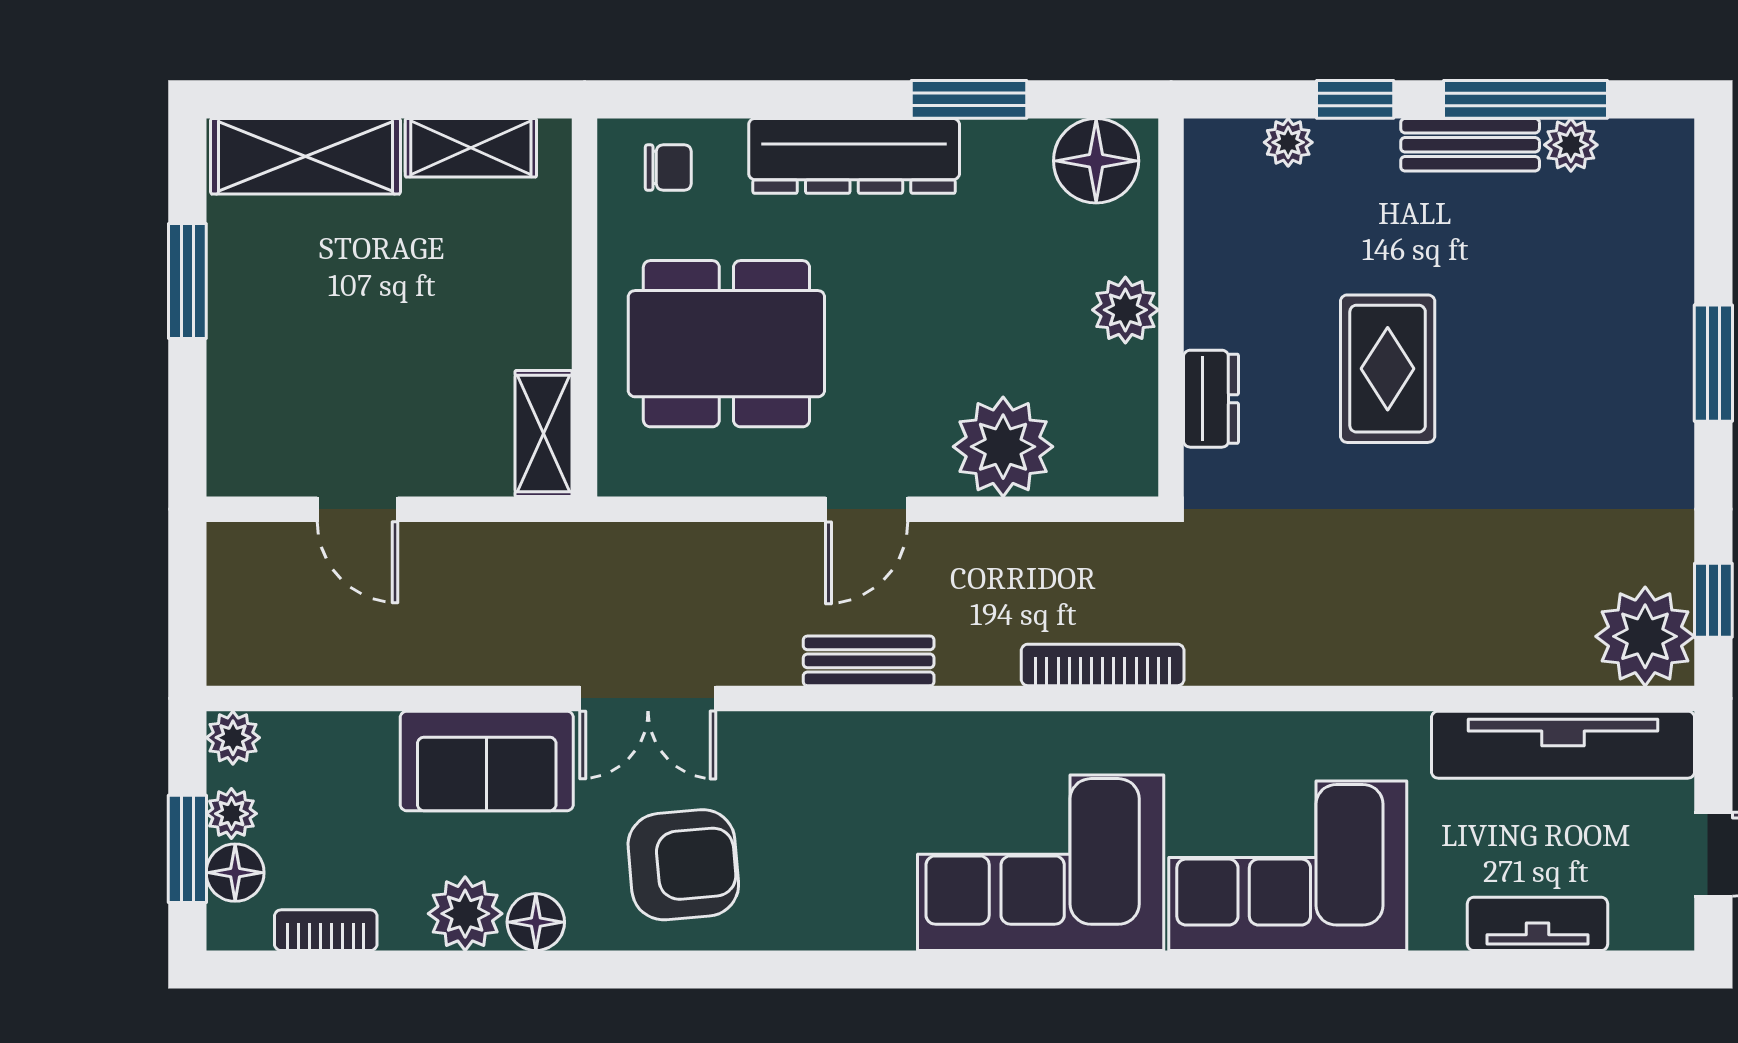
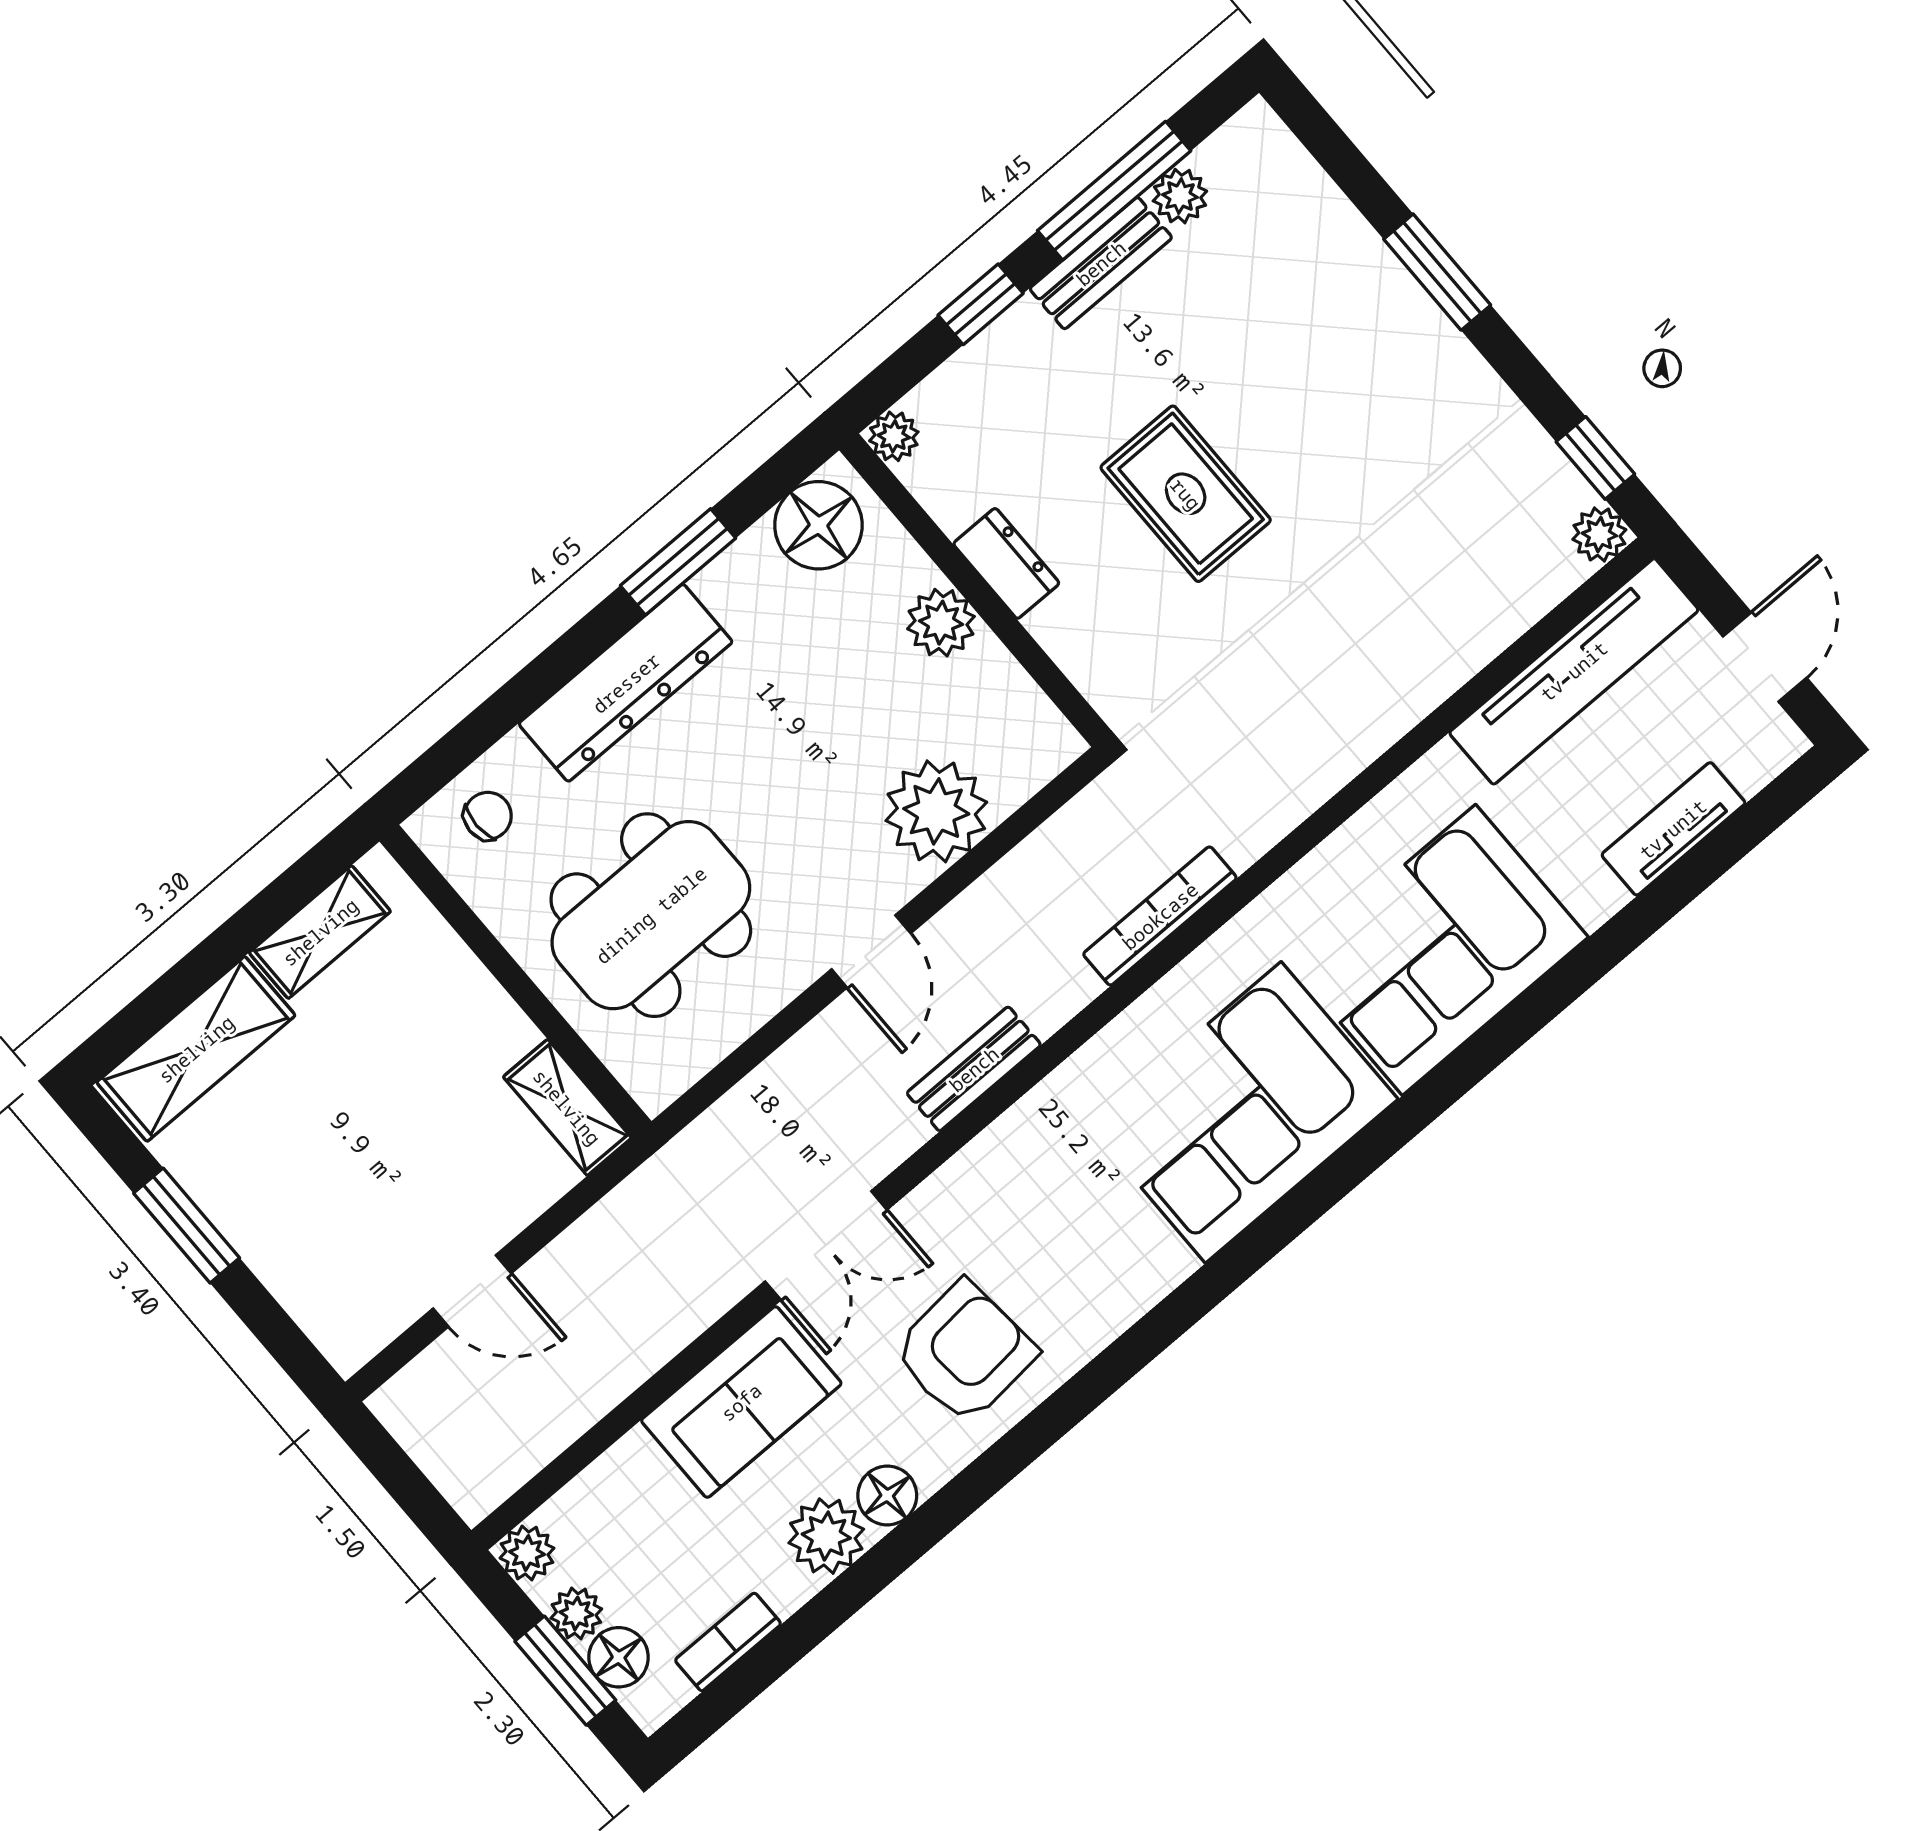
plant: (1288, 142) -> (894, 436), moved
dresser: (1211, 399) -> (1006, 563), moved
plant: (1645, 636) -> (1599, 535), width x0.53, depth x0.53

